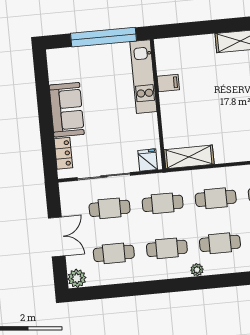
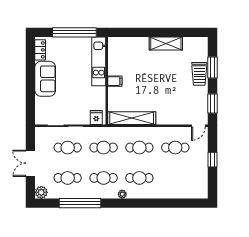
filing cabinet: (168, 83) -> (115, 81), moved
locker: (63, 153) -> (40, 50), moved
shelving: (189, 157) -> (132, 118), width x1.47
double door: (57, 237) -> (30, 163), swing flipped
window: (136, 289) -> (80, 203), added

